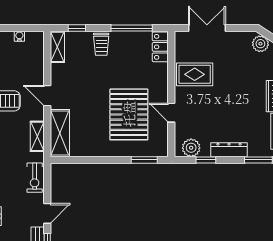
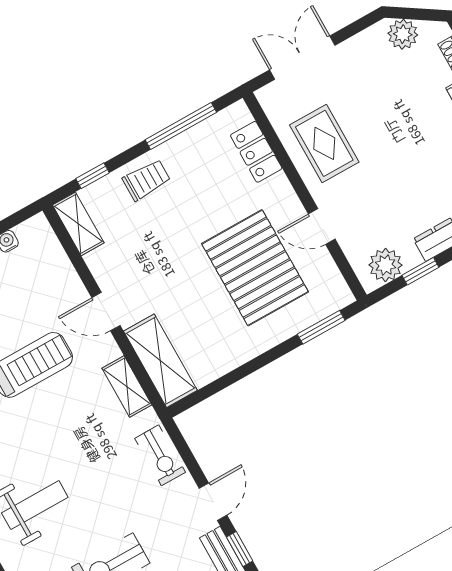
trolley: (101, 44) -> (146, 180), turned -90
locker: (160, 47) -> (256, 152), moved
rug: (195, 74) -> (324, 143), turned 90

